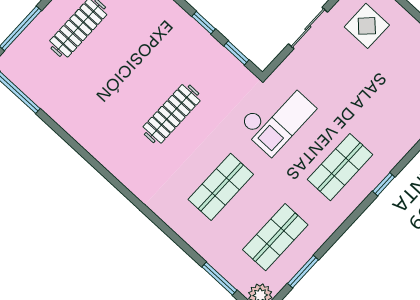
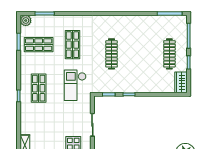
shop shelf: (275, 237) -> (39, 45), turned 90

